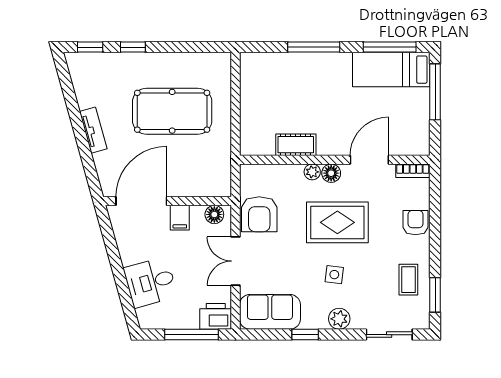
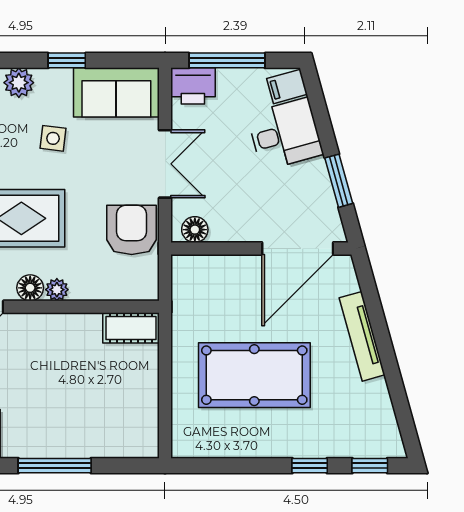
tv unit: (93, 130) -> (362, 336), width x1.41
cot: (296, 145) -> (131, 328), moved
filing cabinet: (180, 218) -> (287, 86), moved, turned -105
window: (112, 249) -> (339, 181), added
side table: (334, 275) -> (53, 138), moved

